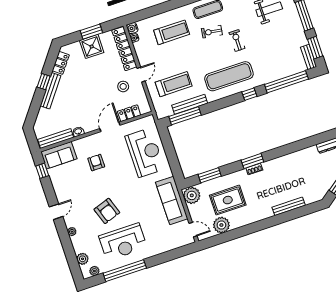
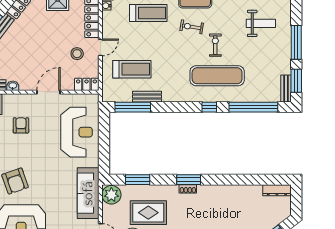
exercise mat: (229, 76) -> (217, 76), moved
bench: (190, 104) -> (147, 97), width x0.73
locker: (129, 113) -> (86, 84), moved

